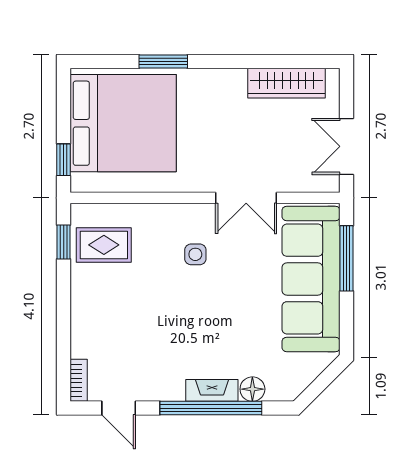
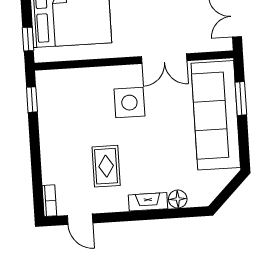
rug: (104, 245) -> (106, 166), moved, turned 90
side table: (195, 254) -> (129, 103), width x1.87, depth x1.87
window: (347, 258) -> (241, 98), width x0.69
window: (211, 408) -> (148, 215), removed

